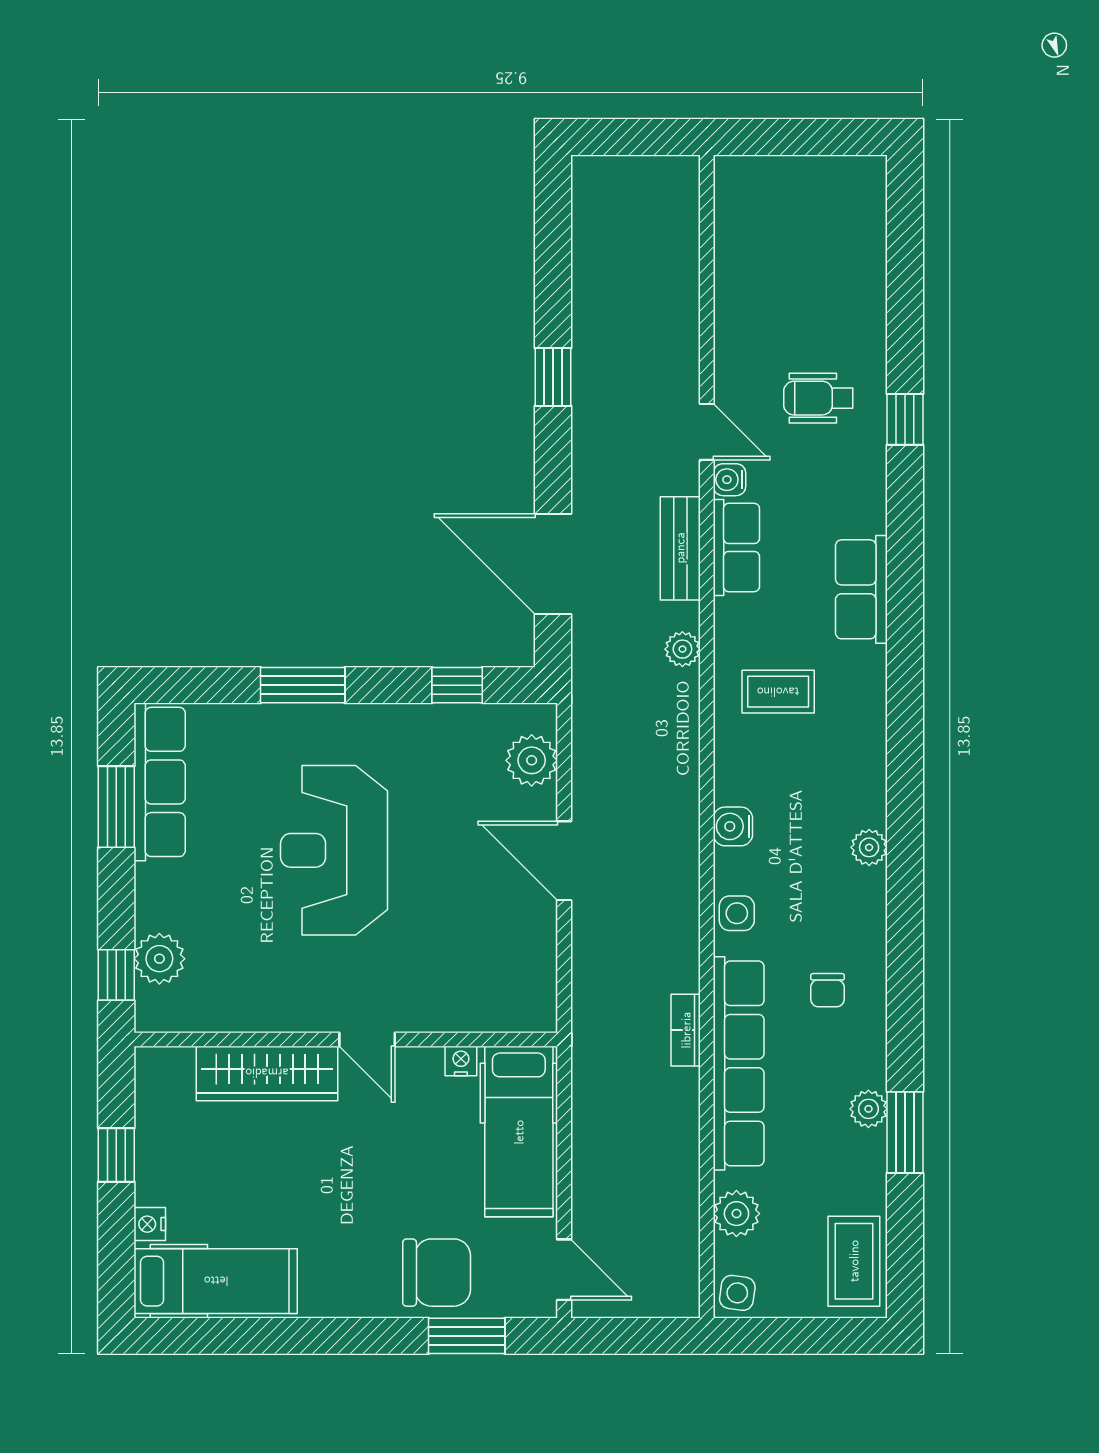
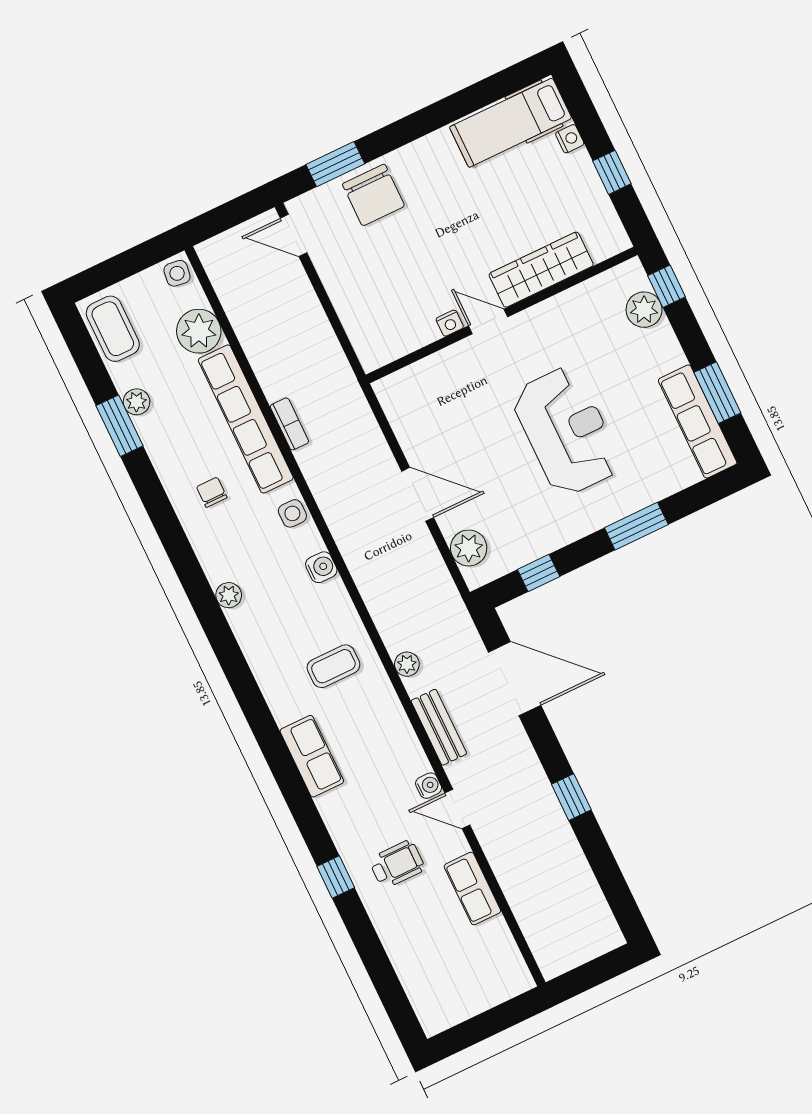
row of seats: (736, 548) -> (472, 889), moved
nightstand: (461, 1061) -> (450, 323), moved
plant: (868, 1109) -> (136, 402), moved
hospital bed: (519, 1132) -> (364, 309), removed
plant: (736, 1214) -> (199, 331), width x1.36, depth x1.36
chair: (437, 1273) -> (374, 195), turned -90

